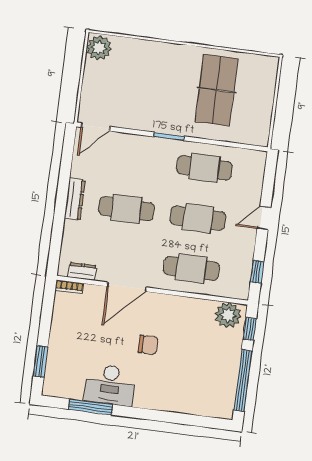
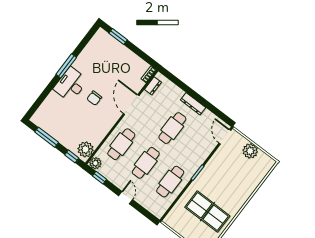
plant: (99, 48) -> (250, 151), moved
plant: (240, 290) -> (95, 163), added
window: (243, 381) -> (47, 137), width x0.68
desk: (110, 385) -> (71, 84), moved
window: (91, 407) -> (66, 66), moved

